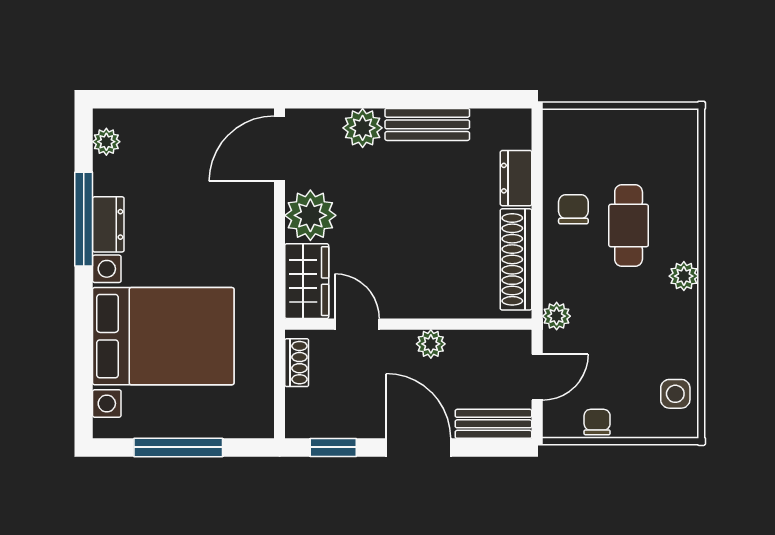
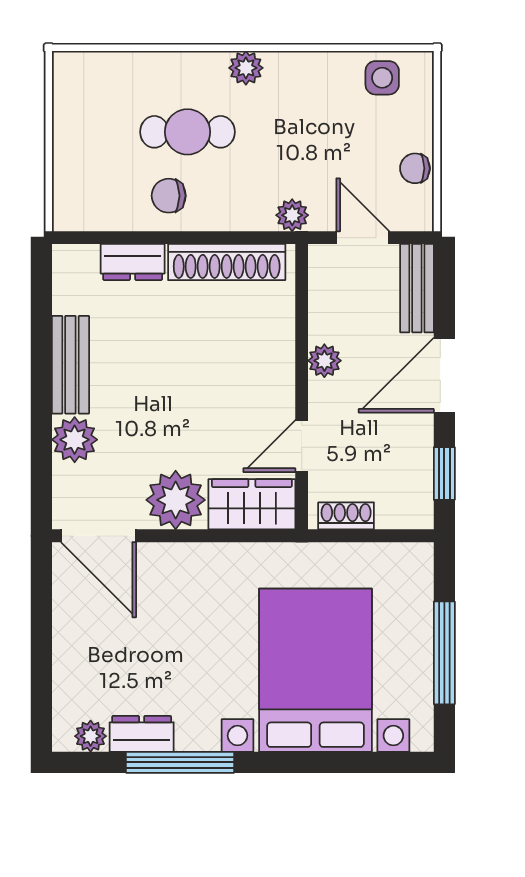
dresser: (108, 224) -> (142, 734), moved

